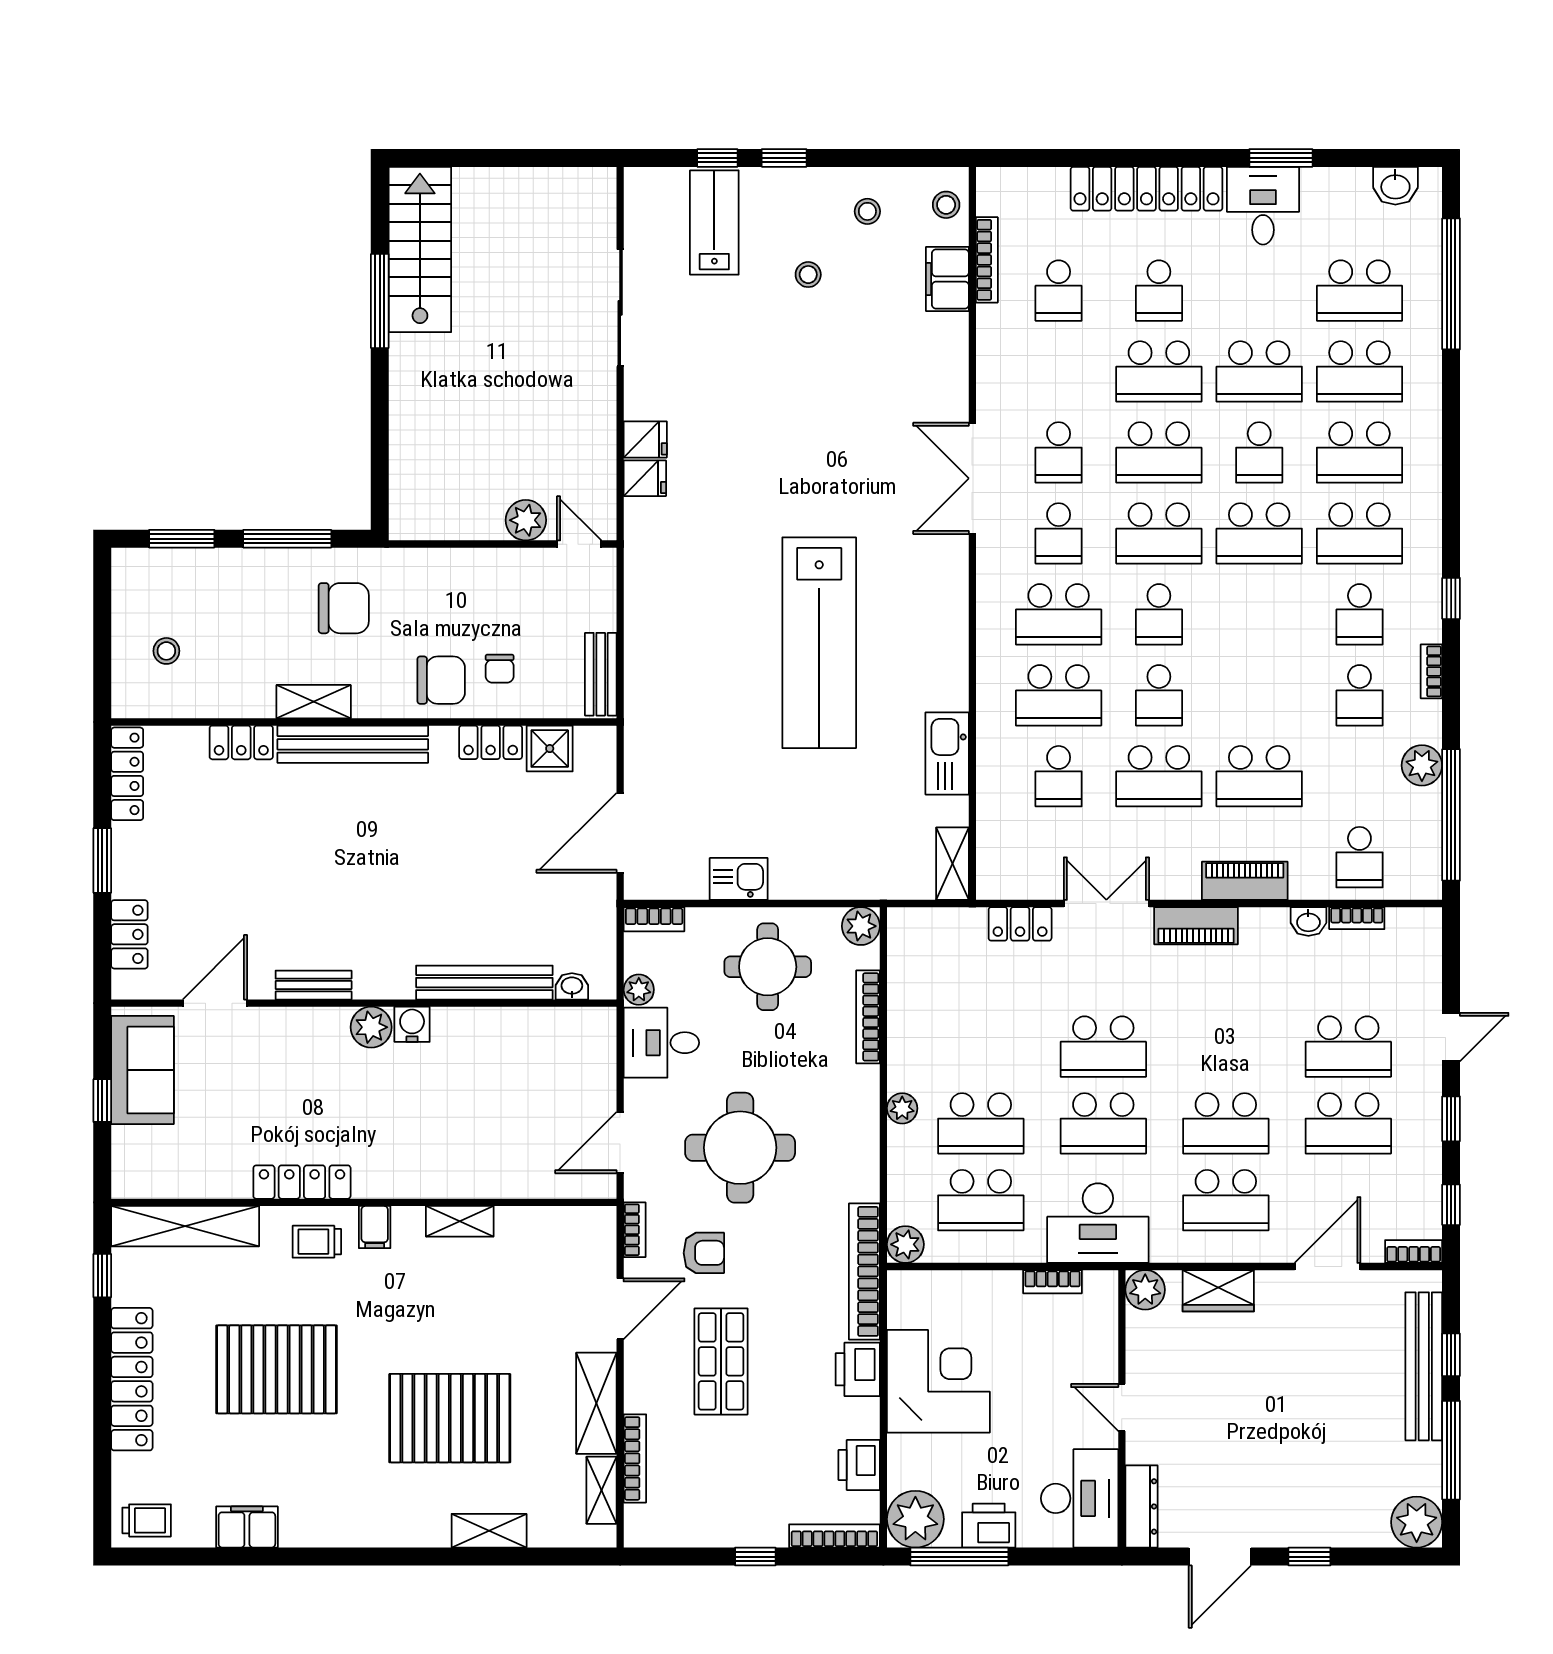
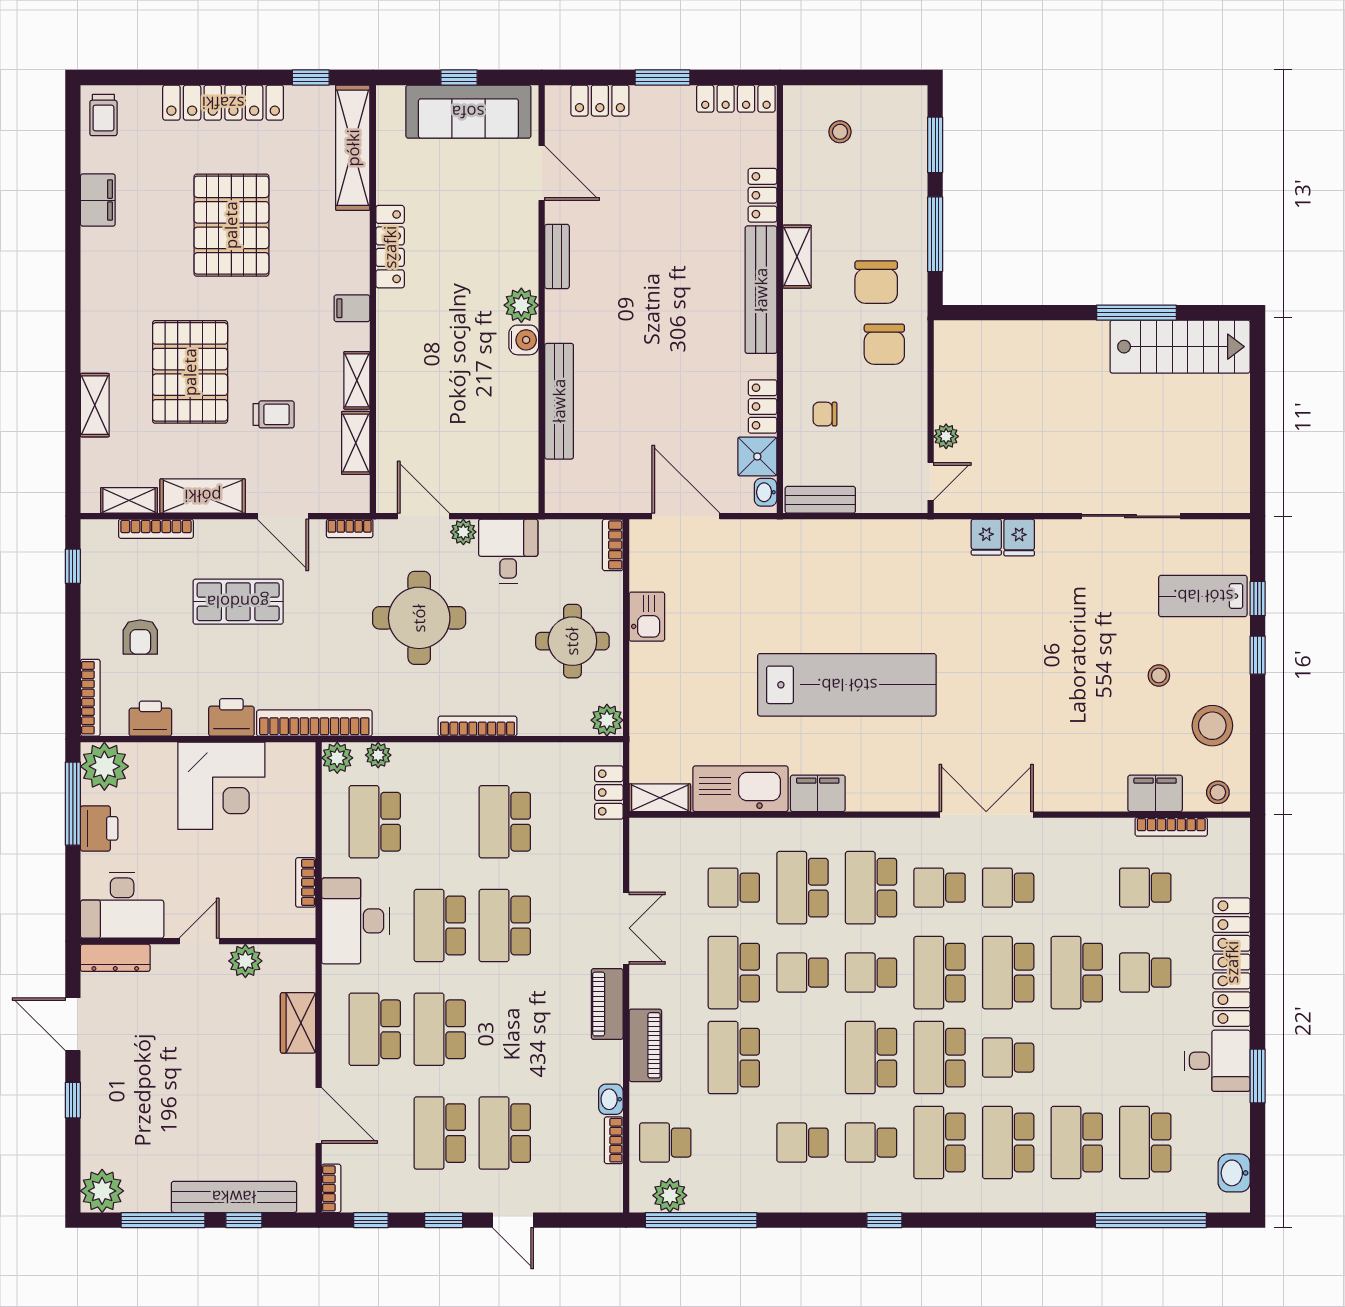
stool: (867, 211) -> (1212, 726), width x1.89, depth x1.89
lab bench: (714, 222) -> (1203, 596), turned 180
school desk: (1259, 371) -> (871, 1058), moved
plant: (526, 520) -> (946, 436), width x0.73, depth x0.73
lab bench: (819, 643) -> (847, 685), turned 180
bookcase: (1431, 671) -> (823, 1203), removed
filing cabinet: (947, 677) -> (818, 793), added
chair: (441, 680) -> (884, 344), moved
kitchen sink: (947, 753) -> (740, 789), width x1.36, depth x1.24
plant: (1422, 765) -> (670, 1195), moved
locker: (1020, 924) -> (609, 793), moved
washbasin: (572, 986) -> (766, 492), moved, turned 180
plant: (639, 990) -> (463, 532), moved
bookcase: (868, 1017) -> (478, 726), moved
sofa: (142, 1070) -> (468, 112), width x1.36
plant: (902, 1108) -> (378, 755), moved
school desk: (981, 1123) -> (505, 822), moved
shelving: (534, 1223) -> (356, 443), added
trolley: (317, 1242) -> (274, 414), moved, turned 90
armchair: (704, 1253) -> (140, 637), moved
plant: (1145, 1290) -> (245, 961), moved
window: (755, 1557) -> (73, 566), moved

